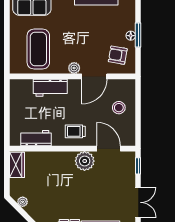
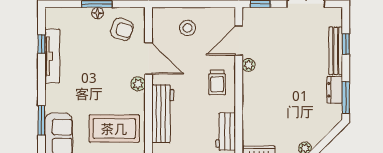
armchair: (118, 55) -> (122, 29), turned -81
workbench: (50, 88) -> (163, 114), width x1.38
plant: (85, 161) -> (249, 65), width x0.53, depth x0.53

